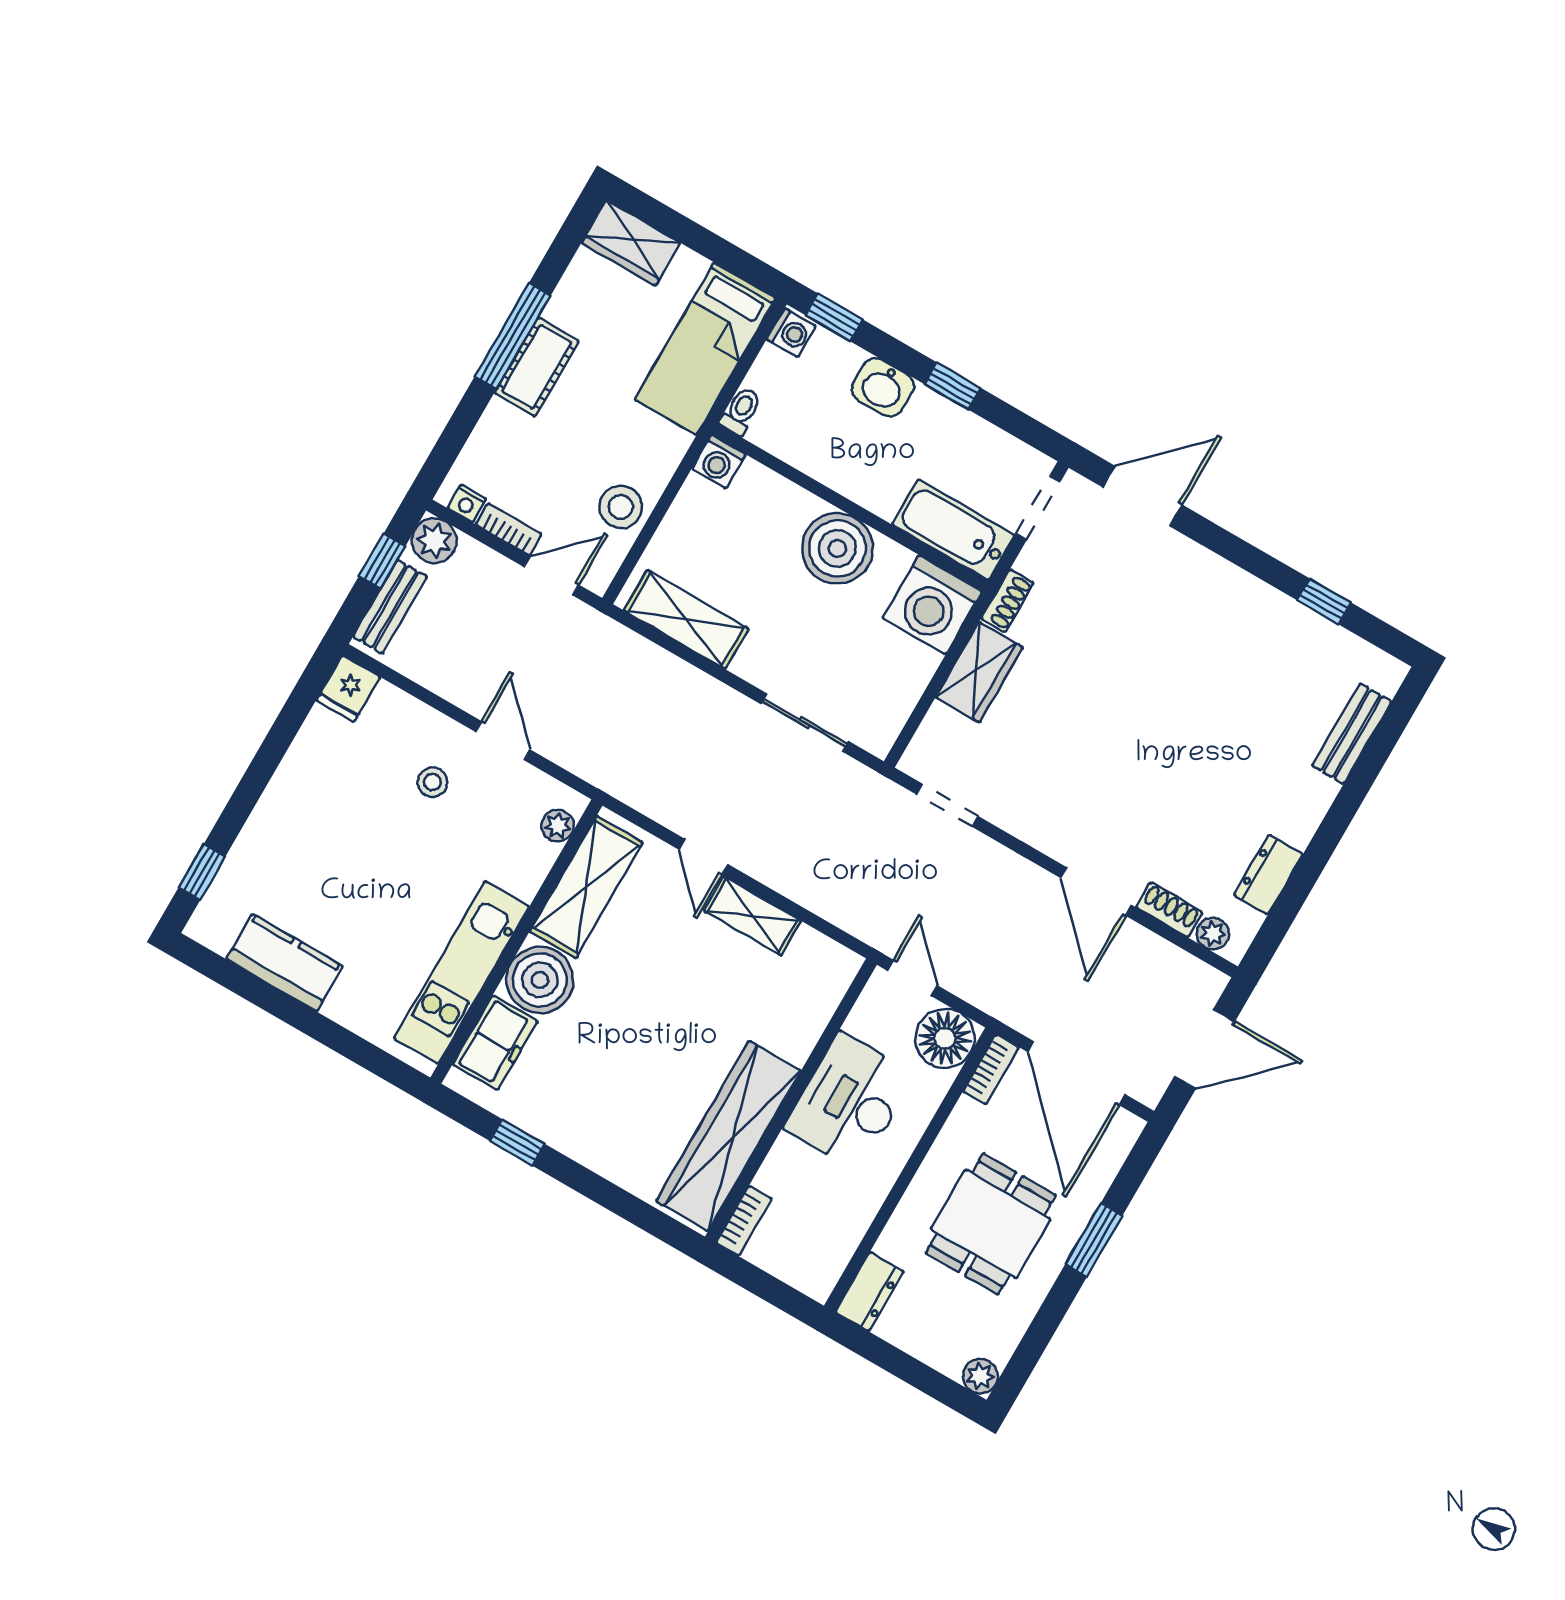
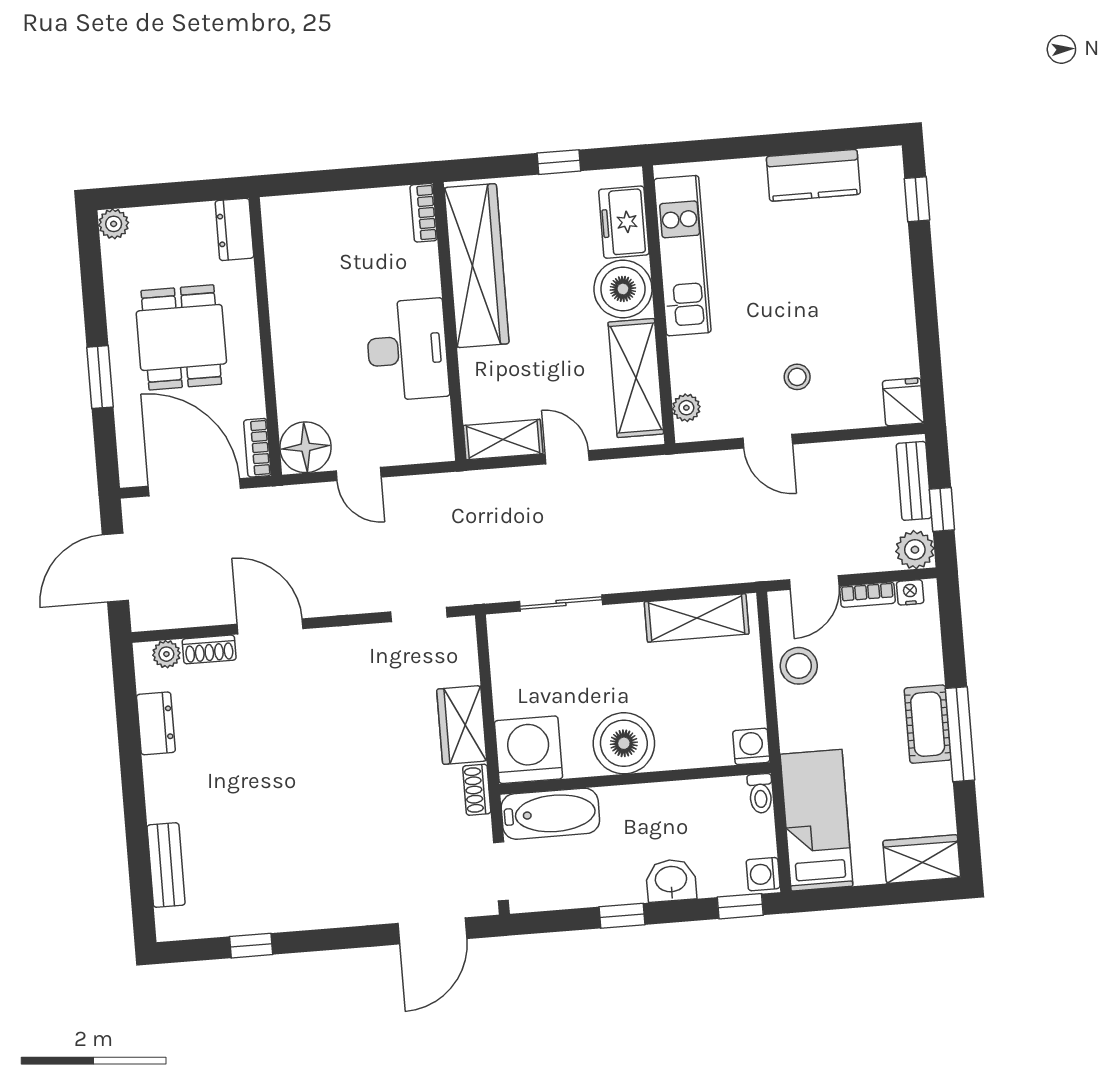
wall: (791, 1101) -> (449, 322), moved
desk: (850, 1102) -> (407, 350), moved
wardrobe: (728, 1136) -> (477, 266), moved
bookcase: (744, 1221) -> (424, 213), moved

